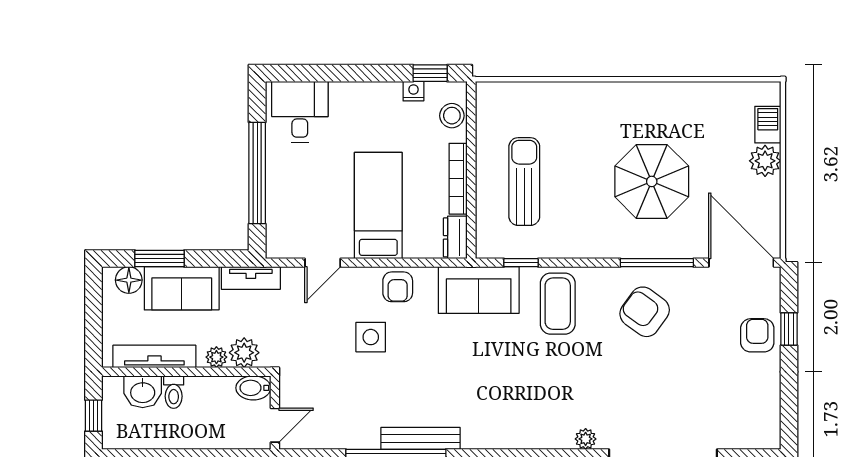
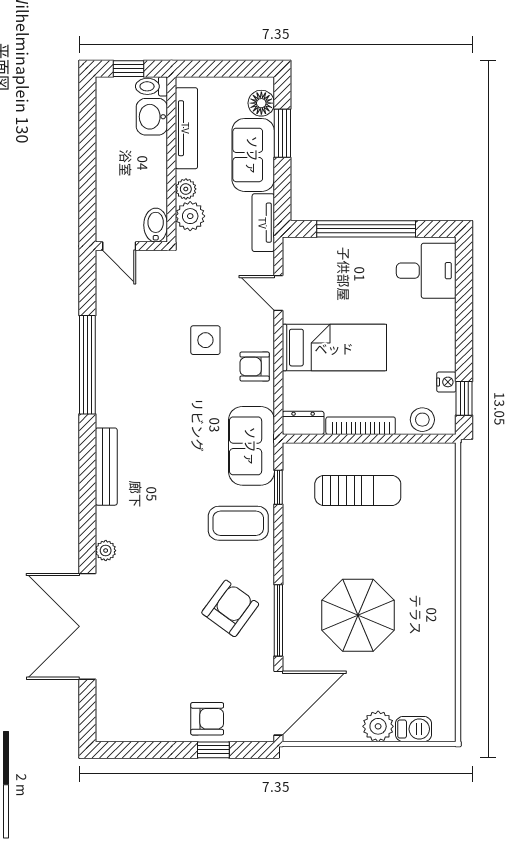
toilet: (174, 392) -> (152, 86), moved
bench: (421, 438) -> (106, 467), moved

